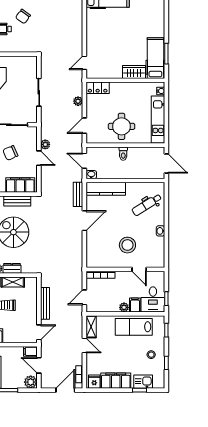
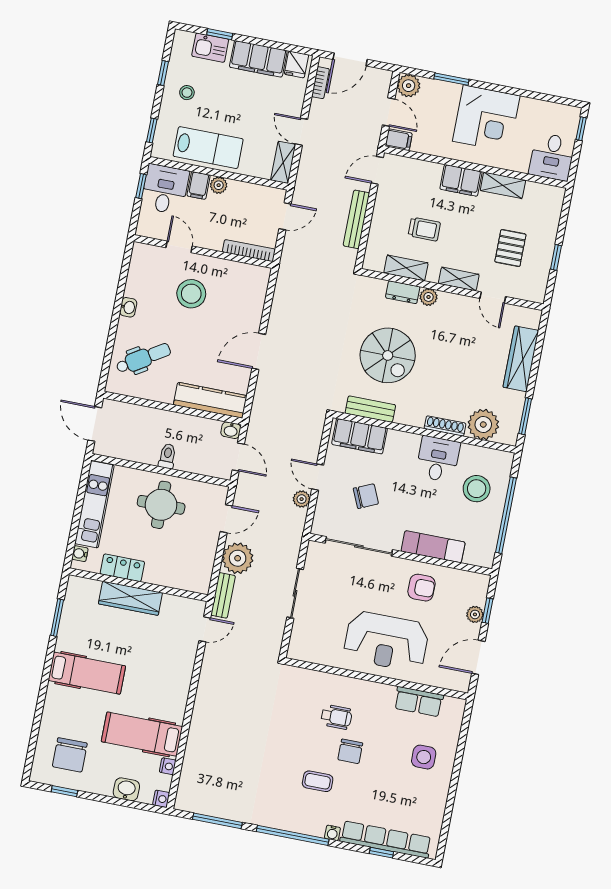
chair: (23, 16) -> (297, 732), removed
hospital bed: (155, 58) -> (87, 673), moved, turned -90
wardrobe: (134, 72) -> (130, 598), width x1.50
locker: (98, 88) -> (122, 568), moved
plant: (78, 101) -> (238, 558), width x1.87, depth x1.87
bench: (78, 194) -> (223, 595), moved

